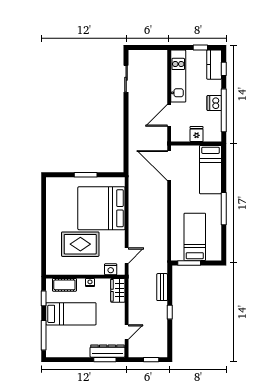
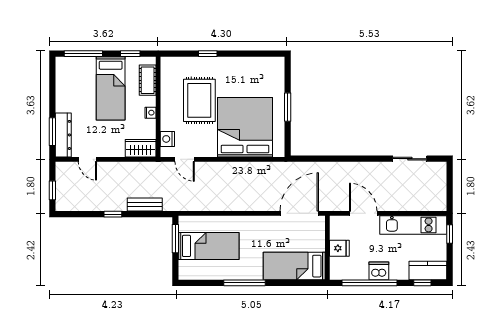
window: (200, 47) -> (450, 234), moved
window: (44, 237) -> (208, 54), added

